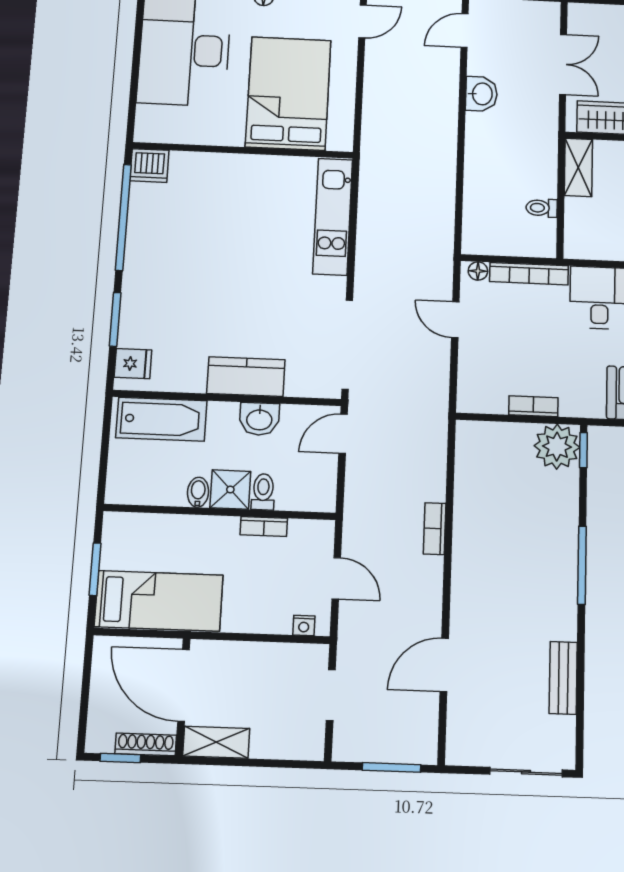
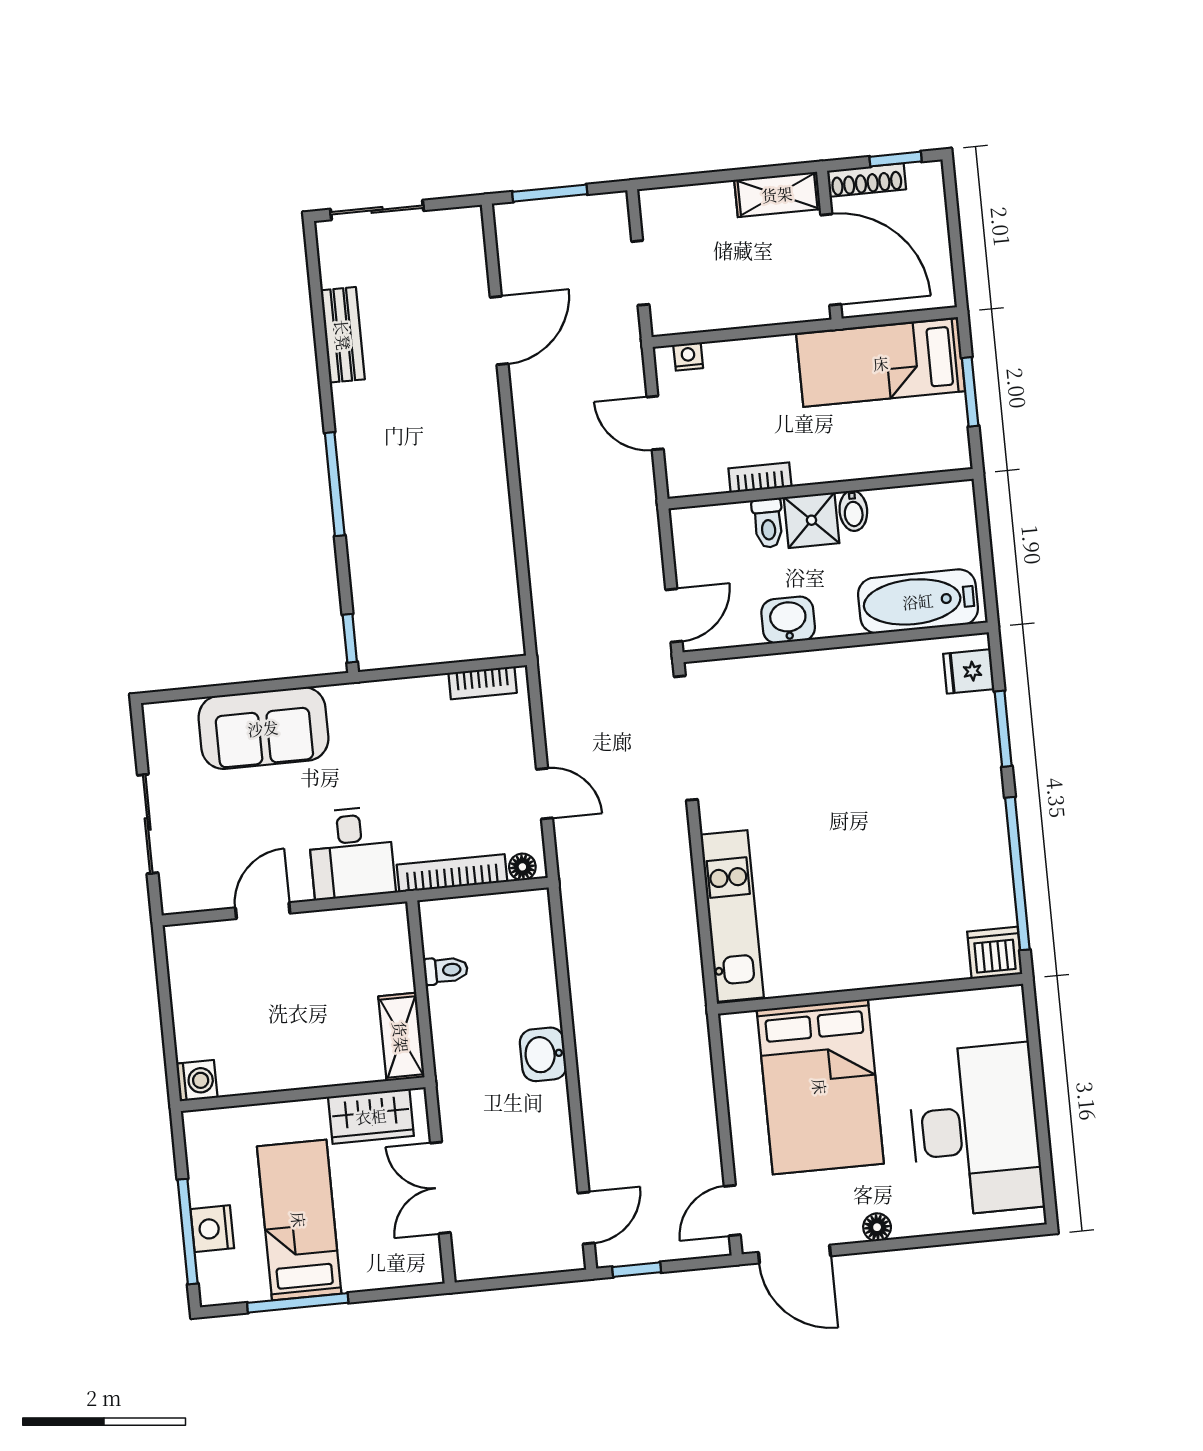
washbasin: (481, 94) -> (543, 1054), moved
kitchen counter: (246, 377) -> (815, 675), removed
bookcase: (533, 406) -> (483, 683), moved
plant: (557, 447) -> (386, 638), removed
bookcase: (435, 529) -> (535, 506), removed

